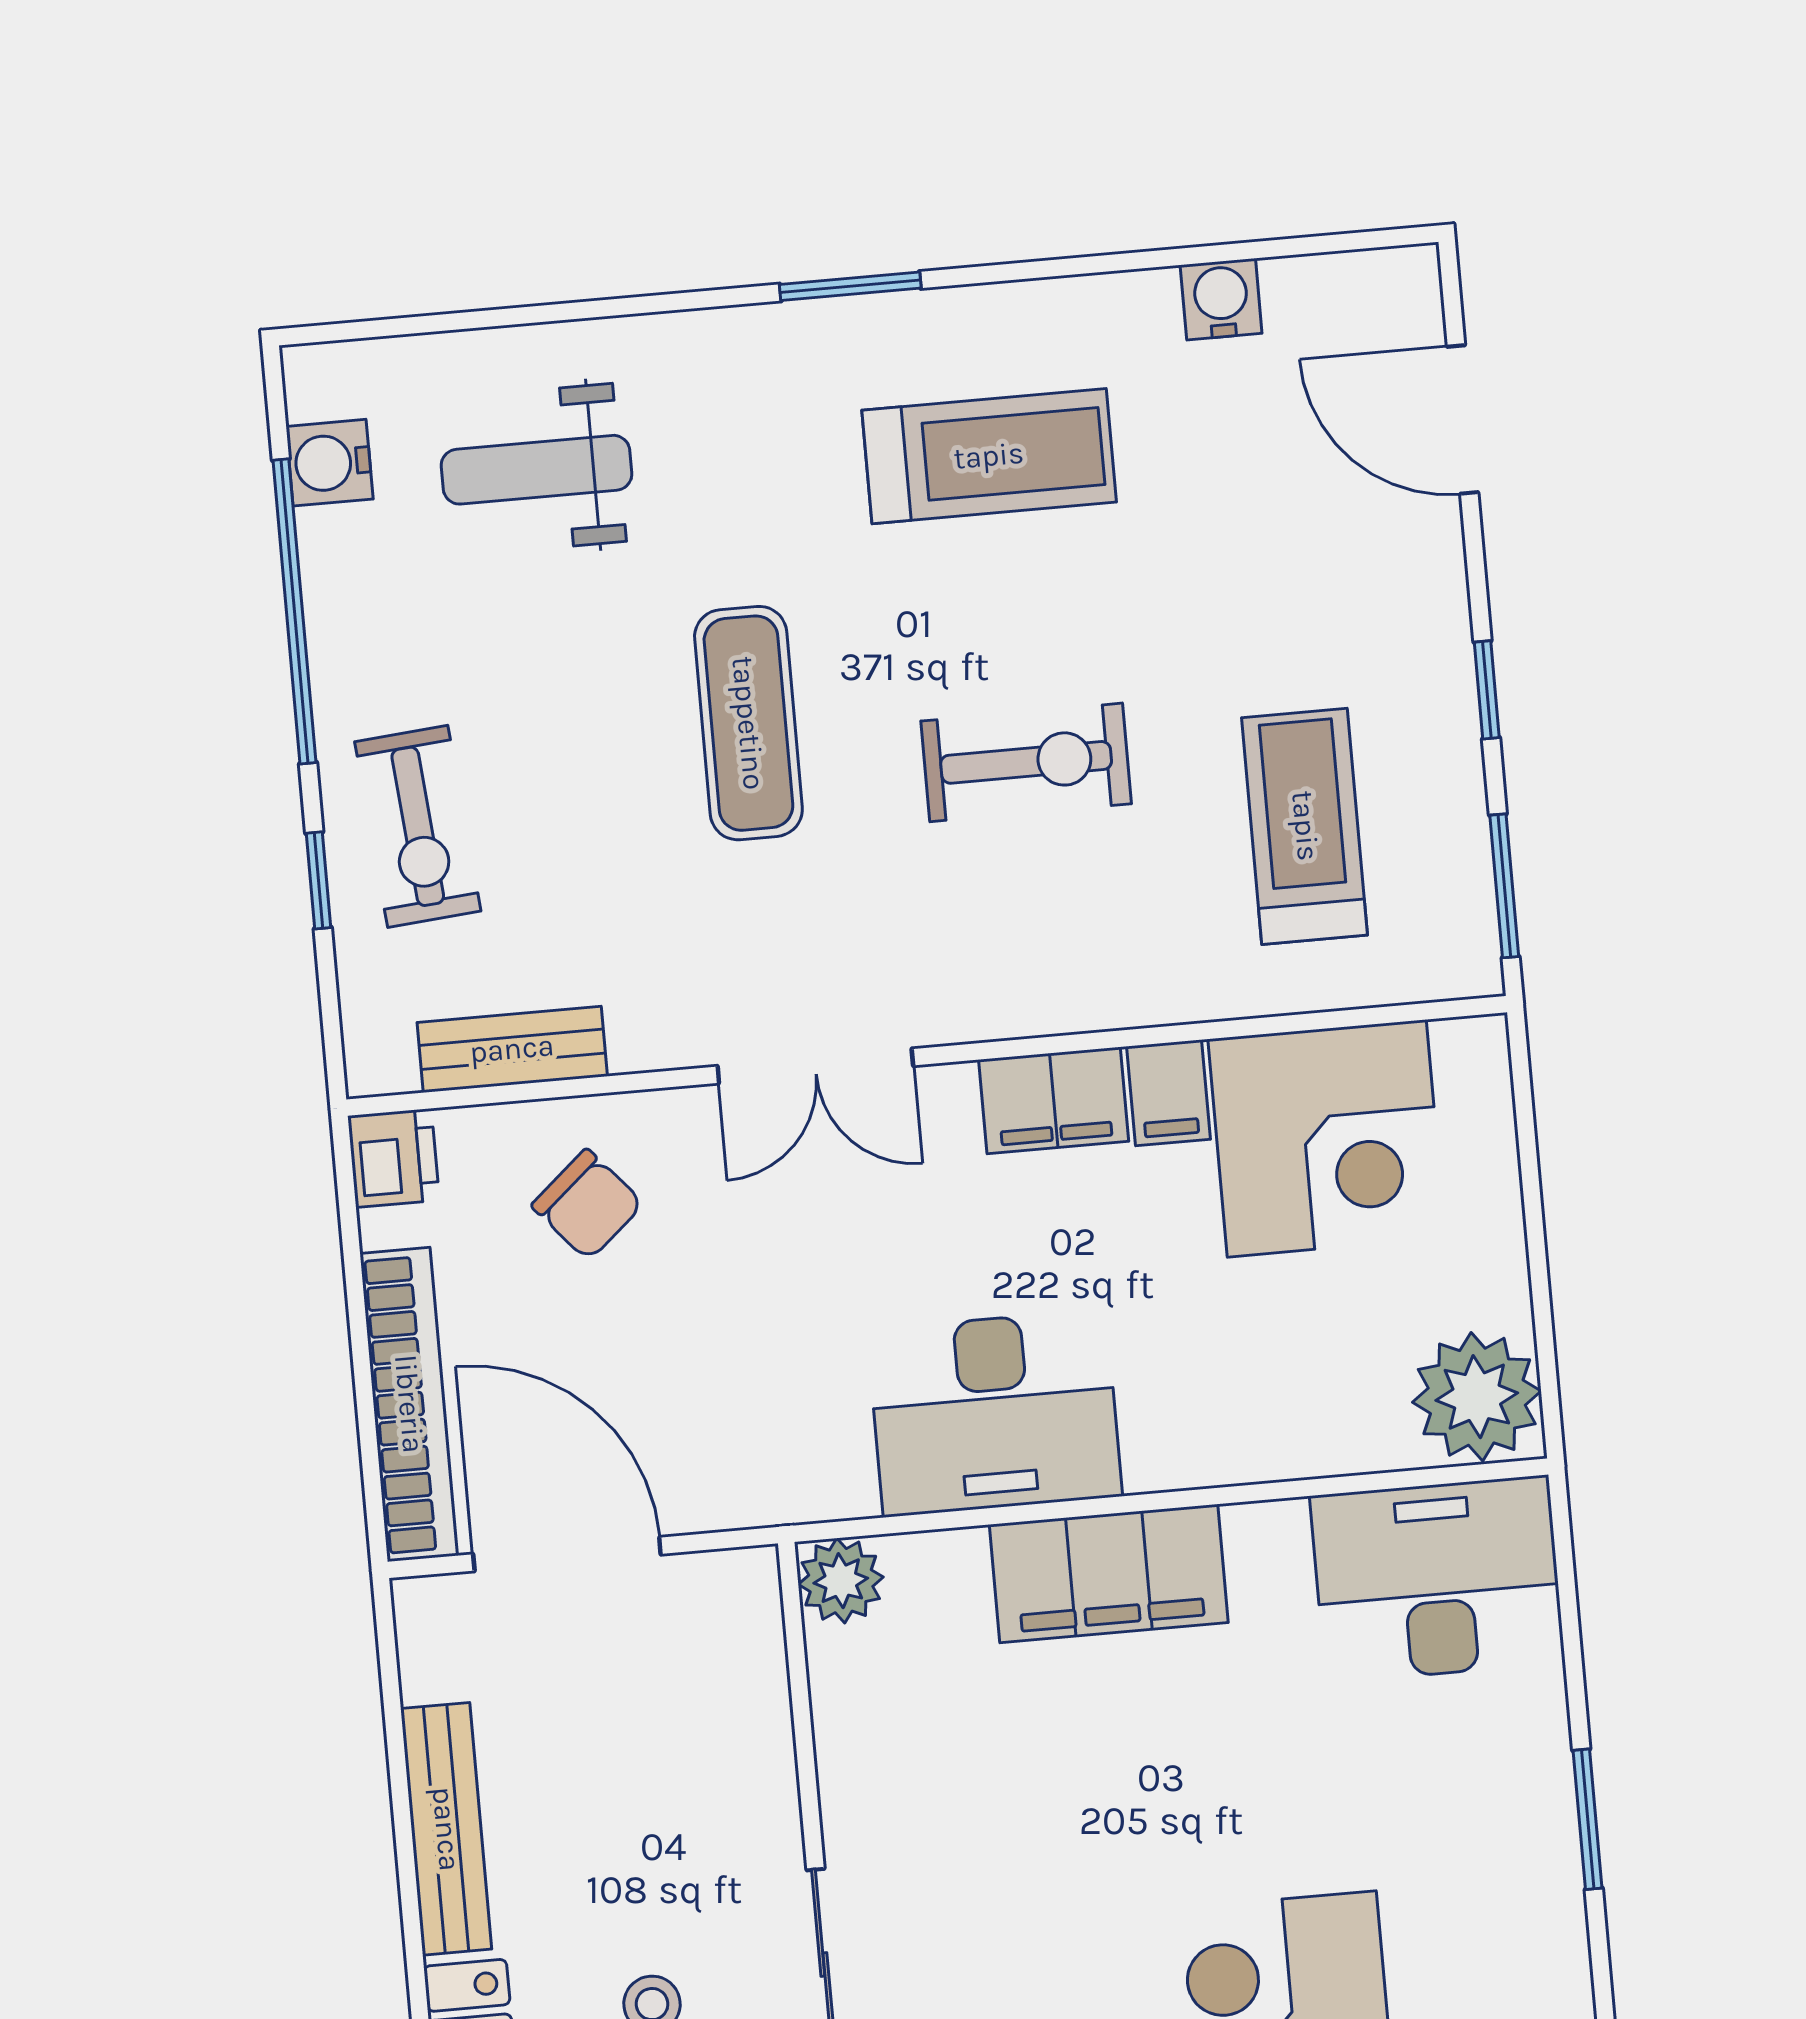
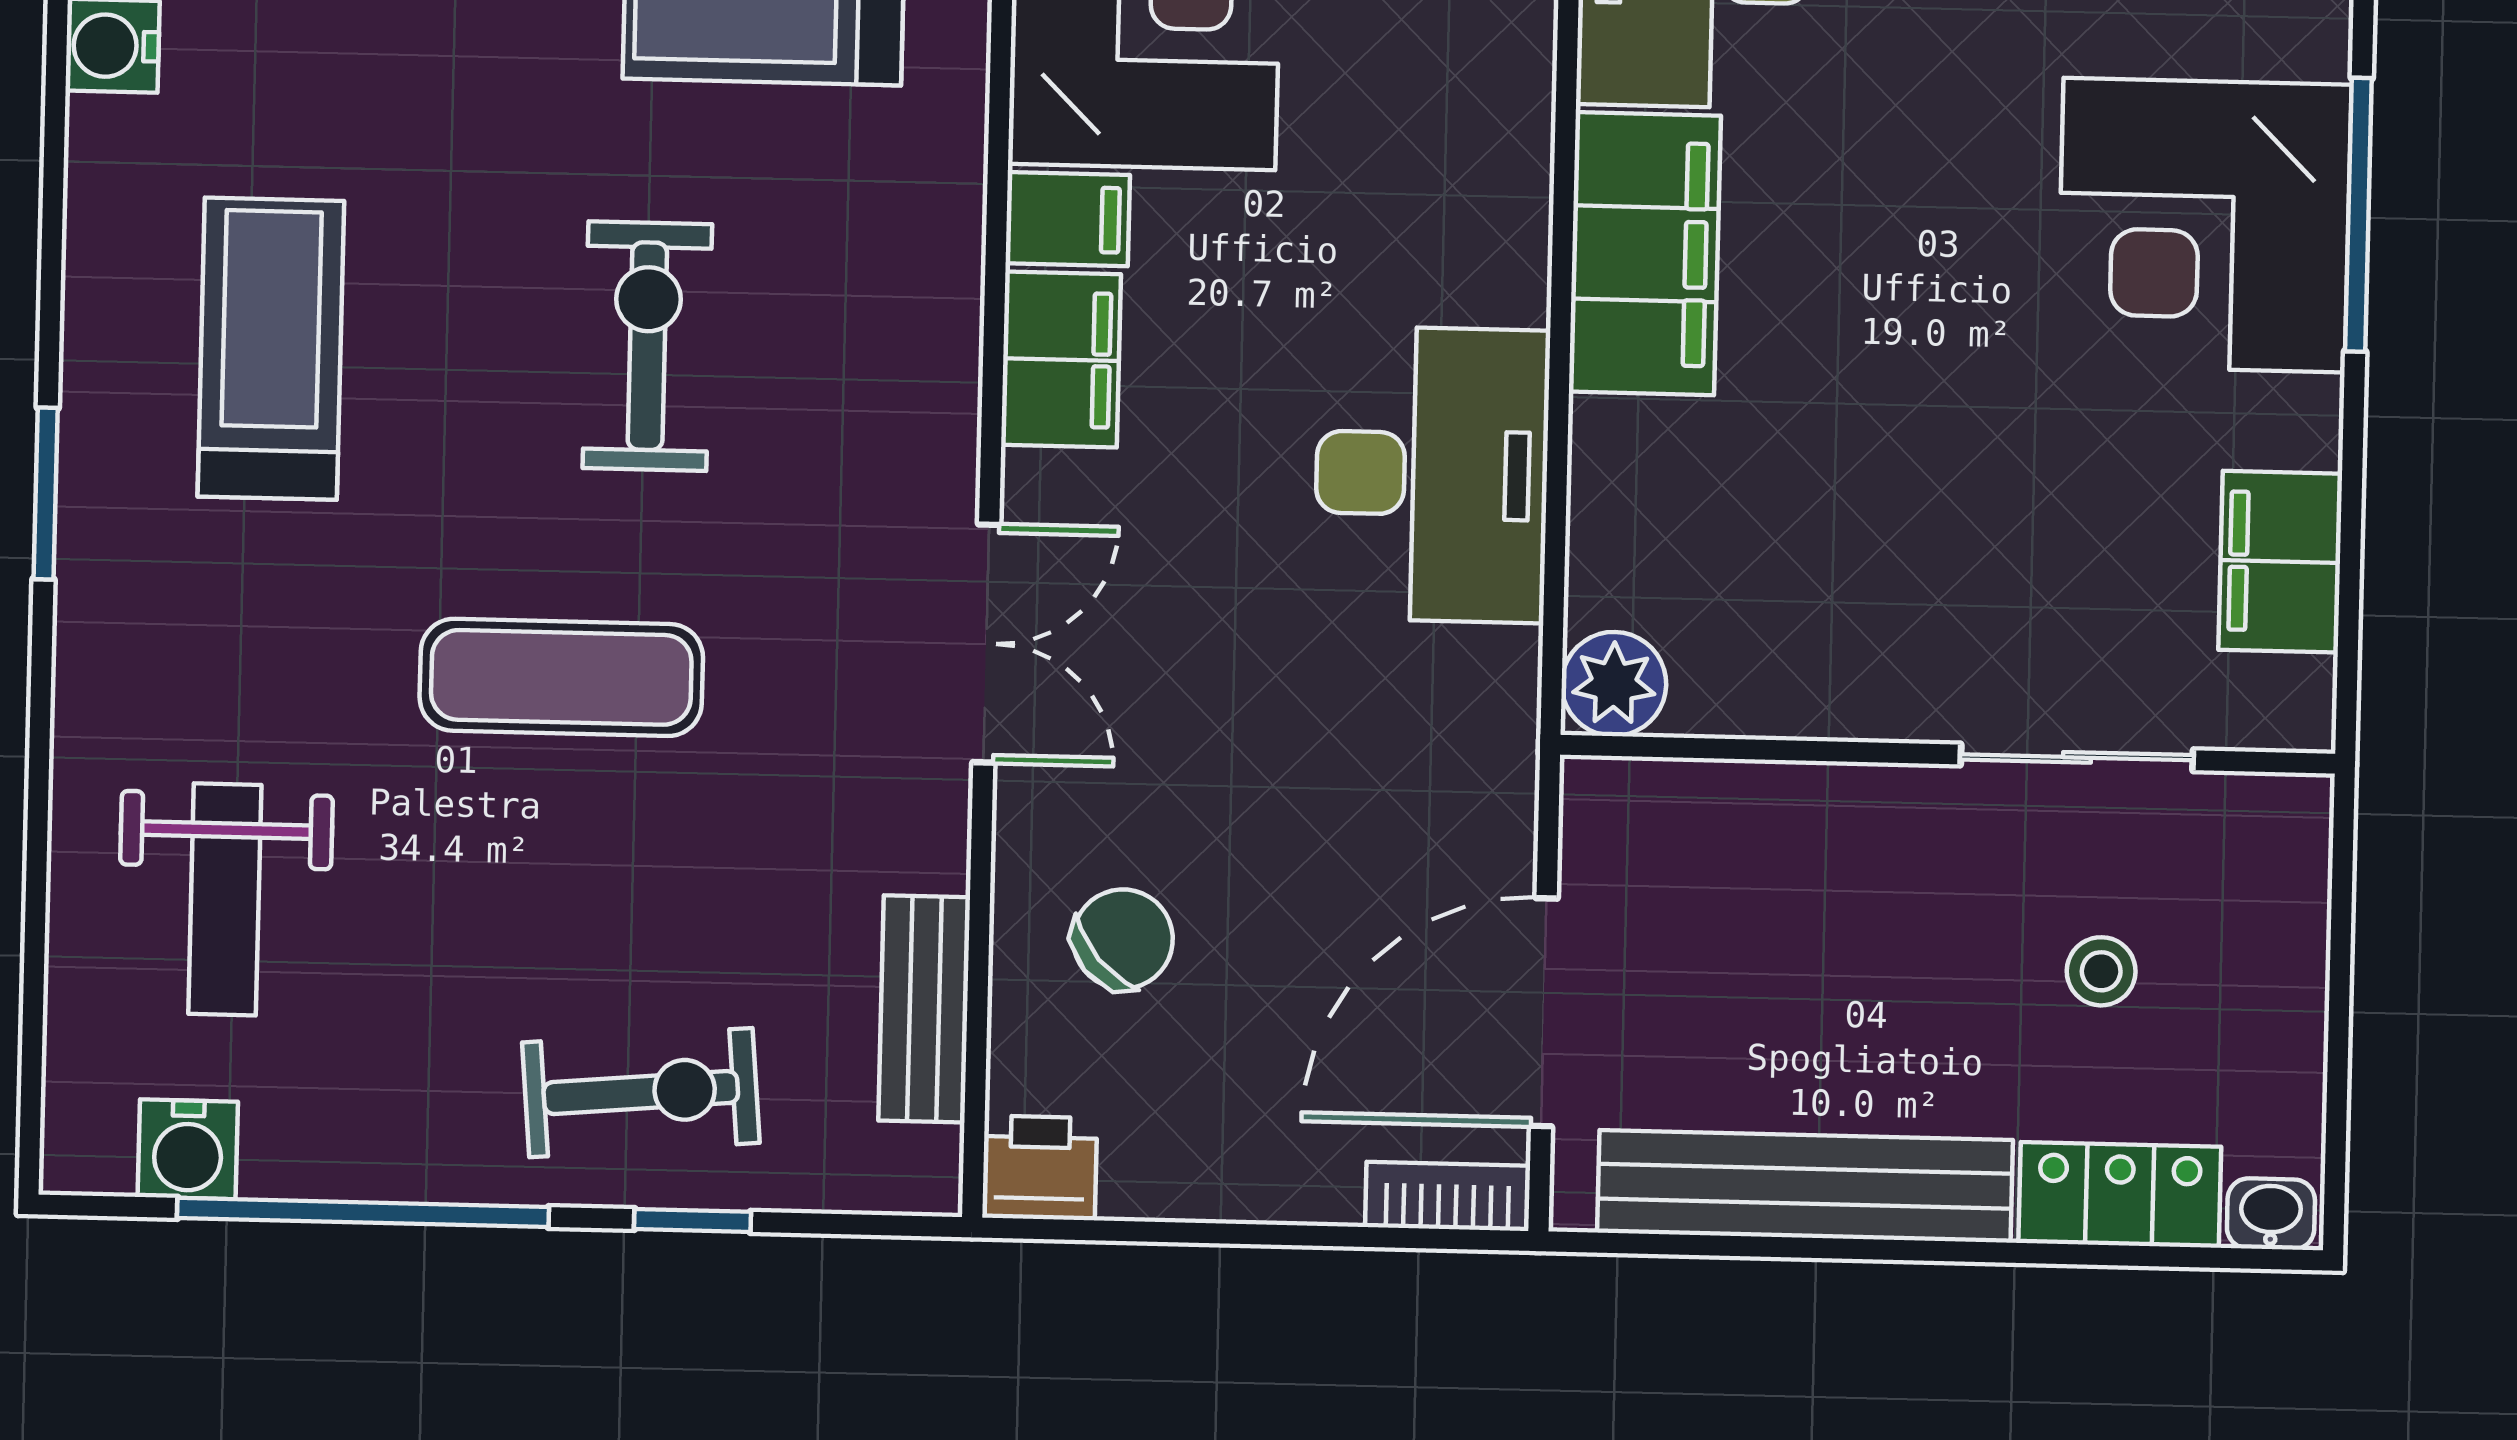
bookcase: (409, 1404) -> (1448, 1196), width x0.43, depth x0.76
filing cabinet: (1109, 1574) -> (1645, 254), moved
bench: (446, 1829) -> (1805, 1186), width x1.37, depth x1.21

